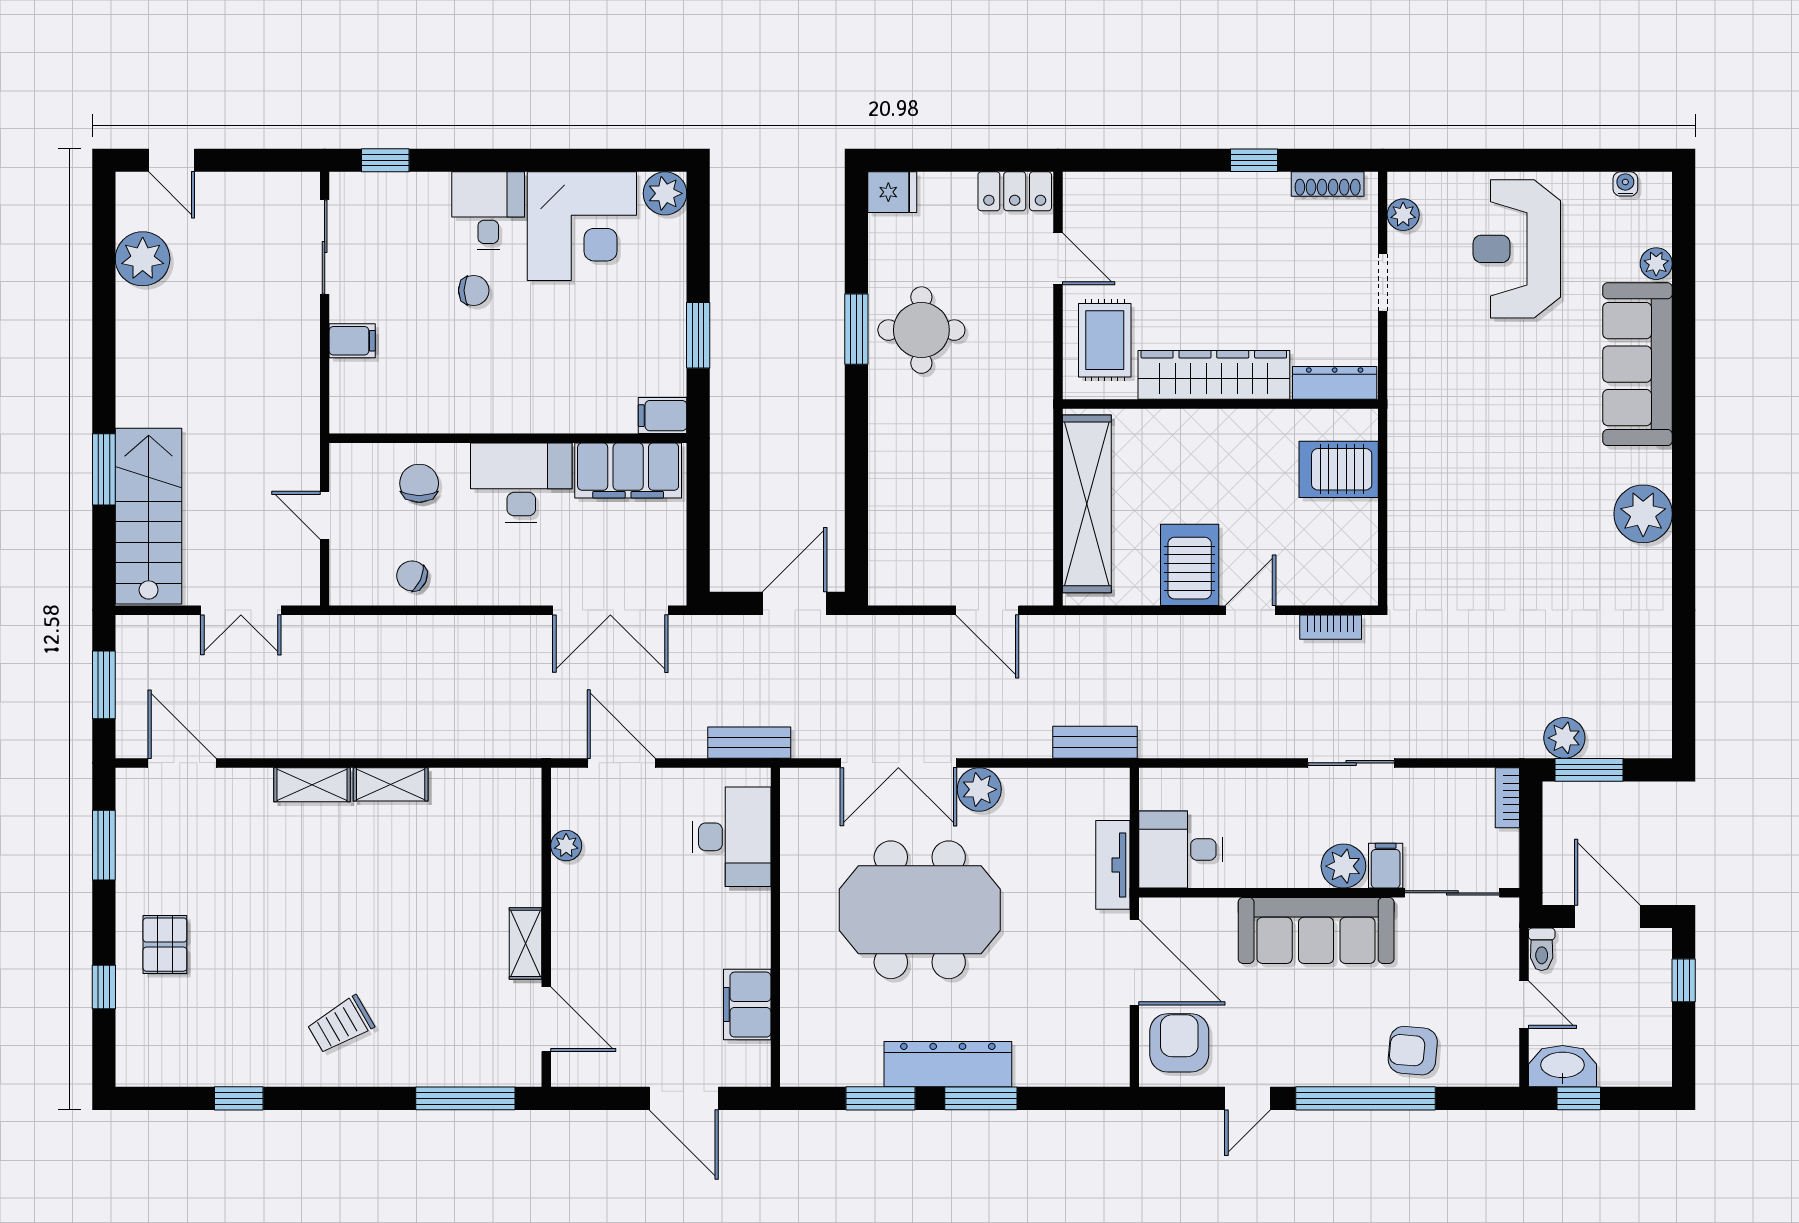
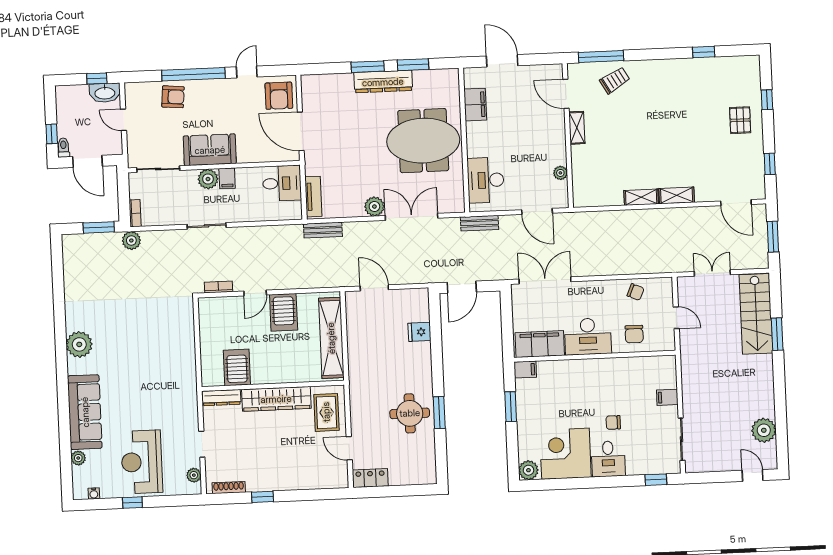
window: (1541, 160) -> (132, 503), added
fridge: (892, 192) -> (419, 332), moved
reception desk: (1517, 249) -> (142, 462), turned 180
server rack: (1339, 469) -> (237, 367), moved, turned -90
plant: (1564, 738) -> (131, 240), moved
window: (104, 845) -> (770, 164), width x0.67
tv unit: (1113, 865) -> (313, 197), moved
filing cabinet: (1386, 866) -> (227, 178), moved
meeting table: (920, 910) -> (423, 141), moved
sofa: (1316, 930) -> (210, 150), width x0.73
toilet: (1542, 949) -> (63, 148), moved
trolley: (341, 1025) -> (615, 80), moved

